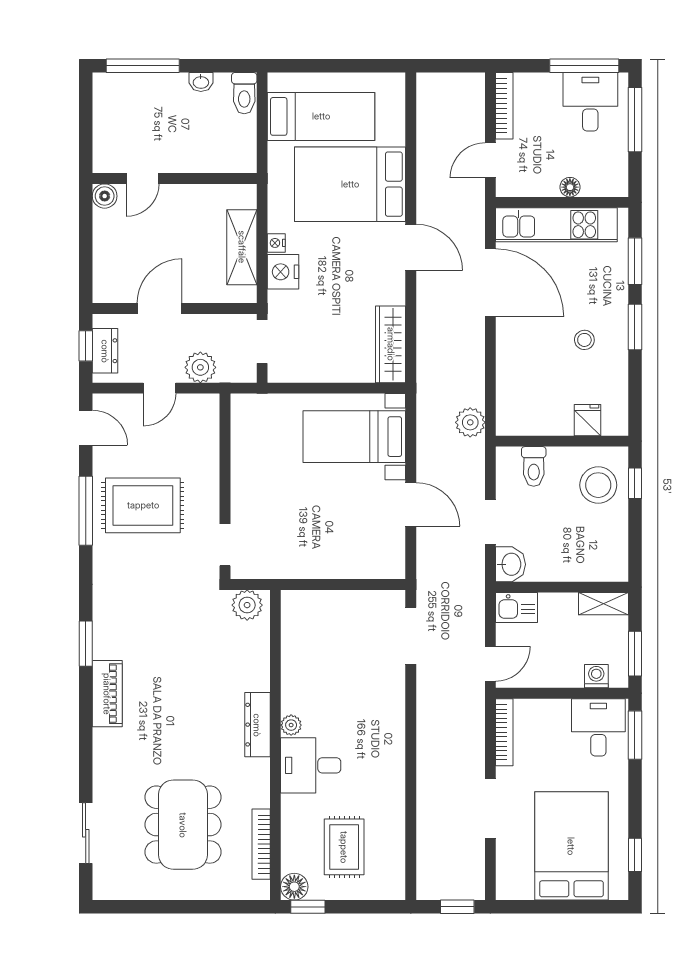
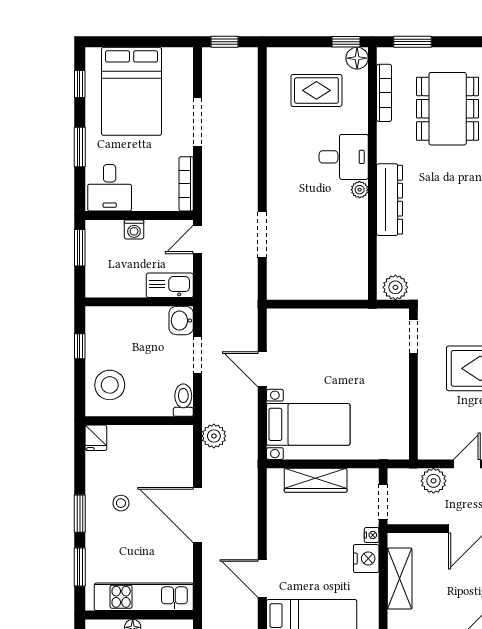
nightstand: (276, 243) -> (372, 535), moved
door: (490, 283) -> (197, 515), moved
wardrobe: (391, 344) -> (316, 480), moved, turned 90
fridge: (588, 420) -> (96, 438), moved
toilet: (534, 466) -> (183, 400), moved
window: (635, 483) -> (80, 346), moved
shelving: (603, 604) -> (105, 288), removed
kitchen sink: (517, 608) -> (170, 285), width x1.38
doorway: (411, 636) -> (262, 235), moved
washing machine: (596, 676) -> (134, 229), moved
dresser: (257, 725) -> (389, 200), width x1.37, depth x1.24
window: (635, 735) -> (80, 147), moved
rug: (344, 847) -> (316, 90), turned 90
window: (226, 907) -> (412, 42), added

